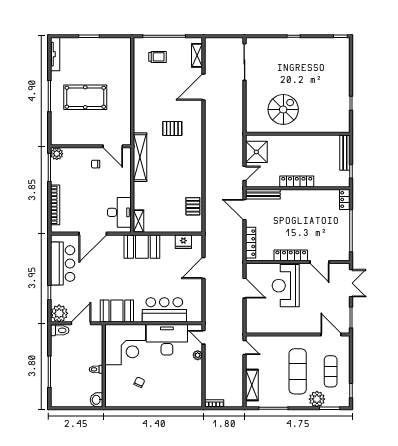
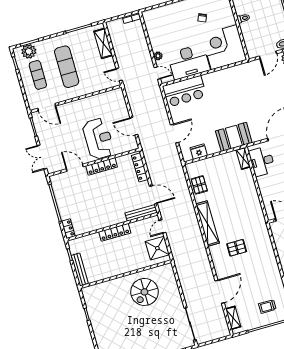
shelving: (140, 157) -> (208, 224), moved
bar counter: (164, 310) -> (184, 91), moved
booth: (117, 311) -> (240, 74), removed
plant: (317, 399) -> (29, 51), moved

